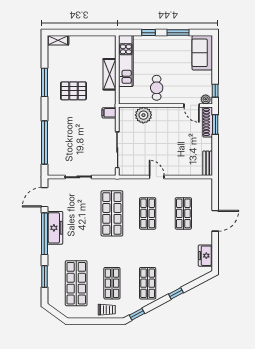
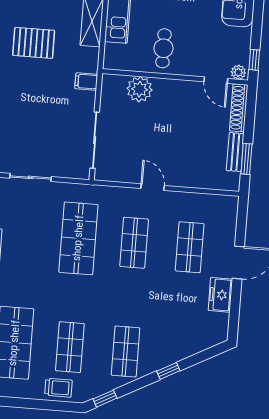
window: (215, 124) -> (246, 159), moved
bench: (208, 163) -> (235, 152), moved
freezer: (205, 256) -> (220, 295), moved

